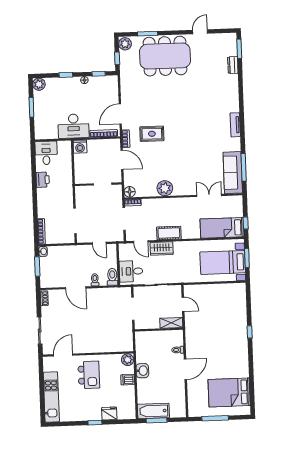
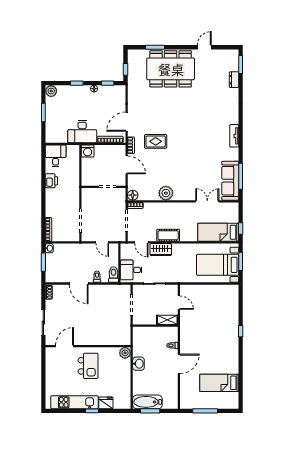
plant: (125, 44) -> (133, 56), removed
dishwasher: (128, 380) -> (124, 372), removed
bed: (229, 392) -> (219, 383), width x0.67
kitchen unit: (51, 397) -> (75, 402), moved, turned -90

